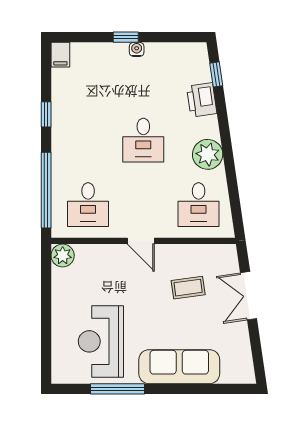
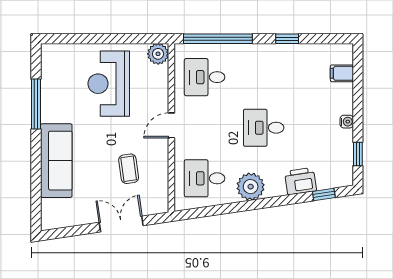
window: (126, 37) -> (358, 154), moved
filing cabinet: (60, 55) -> (342, 73), moved
reception desk: (101, 341) -> (109, 84), moved, turned -90

